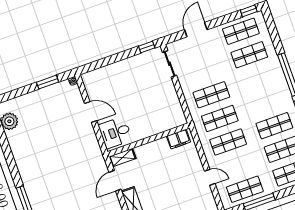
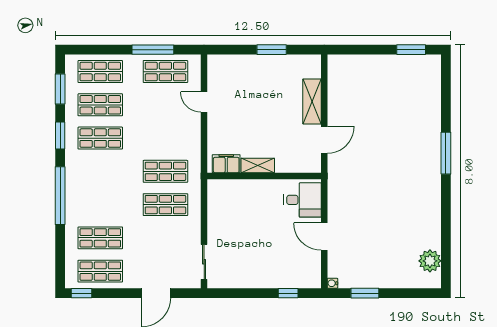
window: (147, 47) -> (288, 293), moved
shop shelf: (228, 142) -> (165, 138), removed
shelving: (123, 158) -> (258, 165), moved

